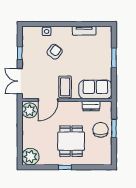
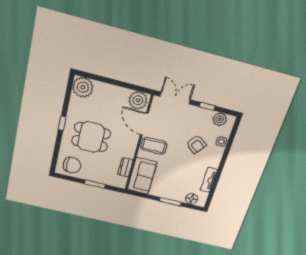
plant: (28, 39) -> (220, 119), added
floor lamp: (106, 40) -> (192, 199), added
chair: (101, 130) -> (72, 165), moved

